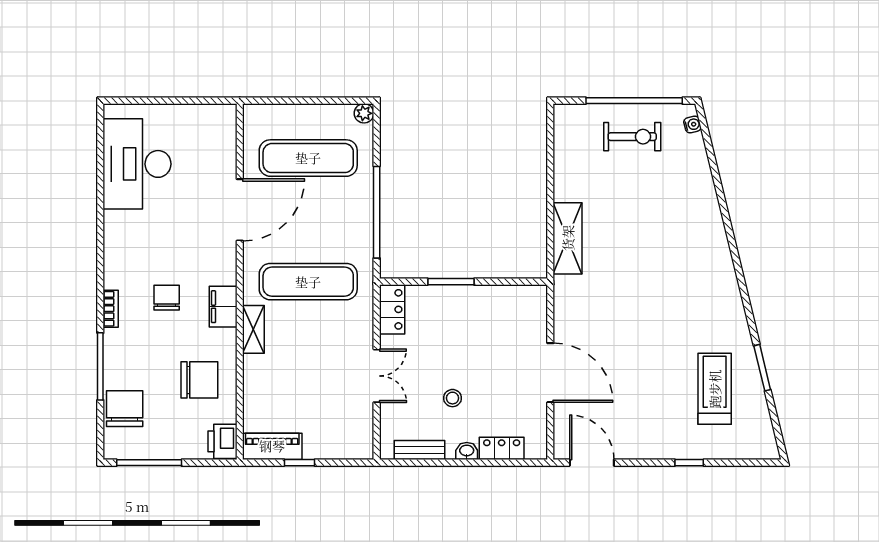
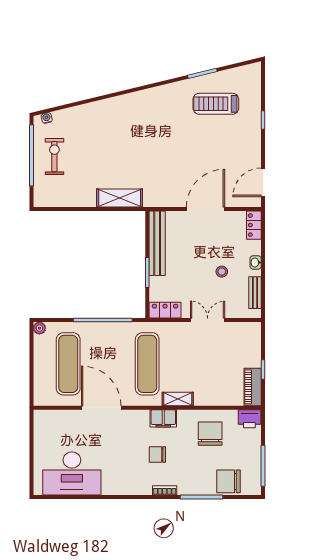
bench: (497, 297) -> (157, 243), added
locker: (502, 448) -> (254, 225), moved

